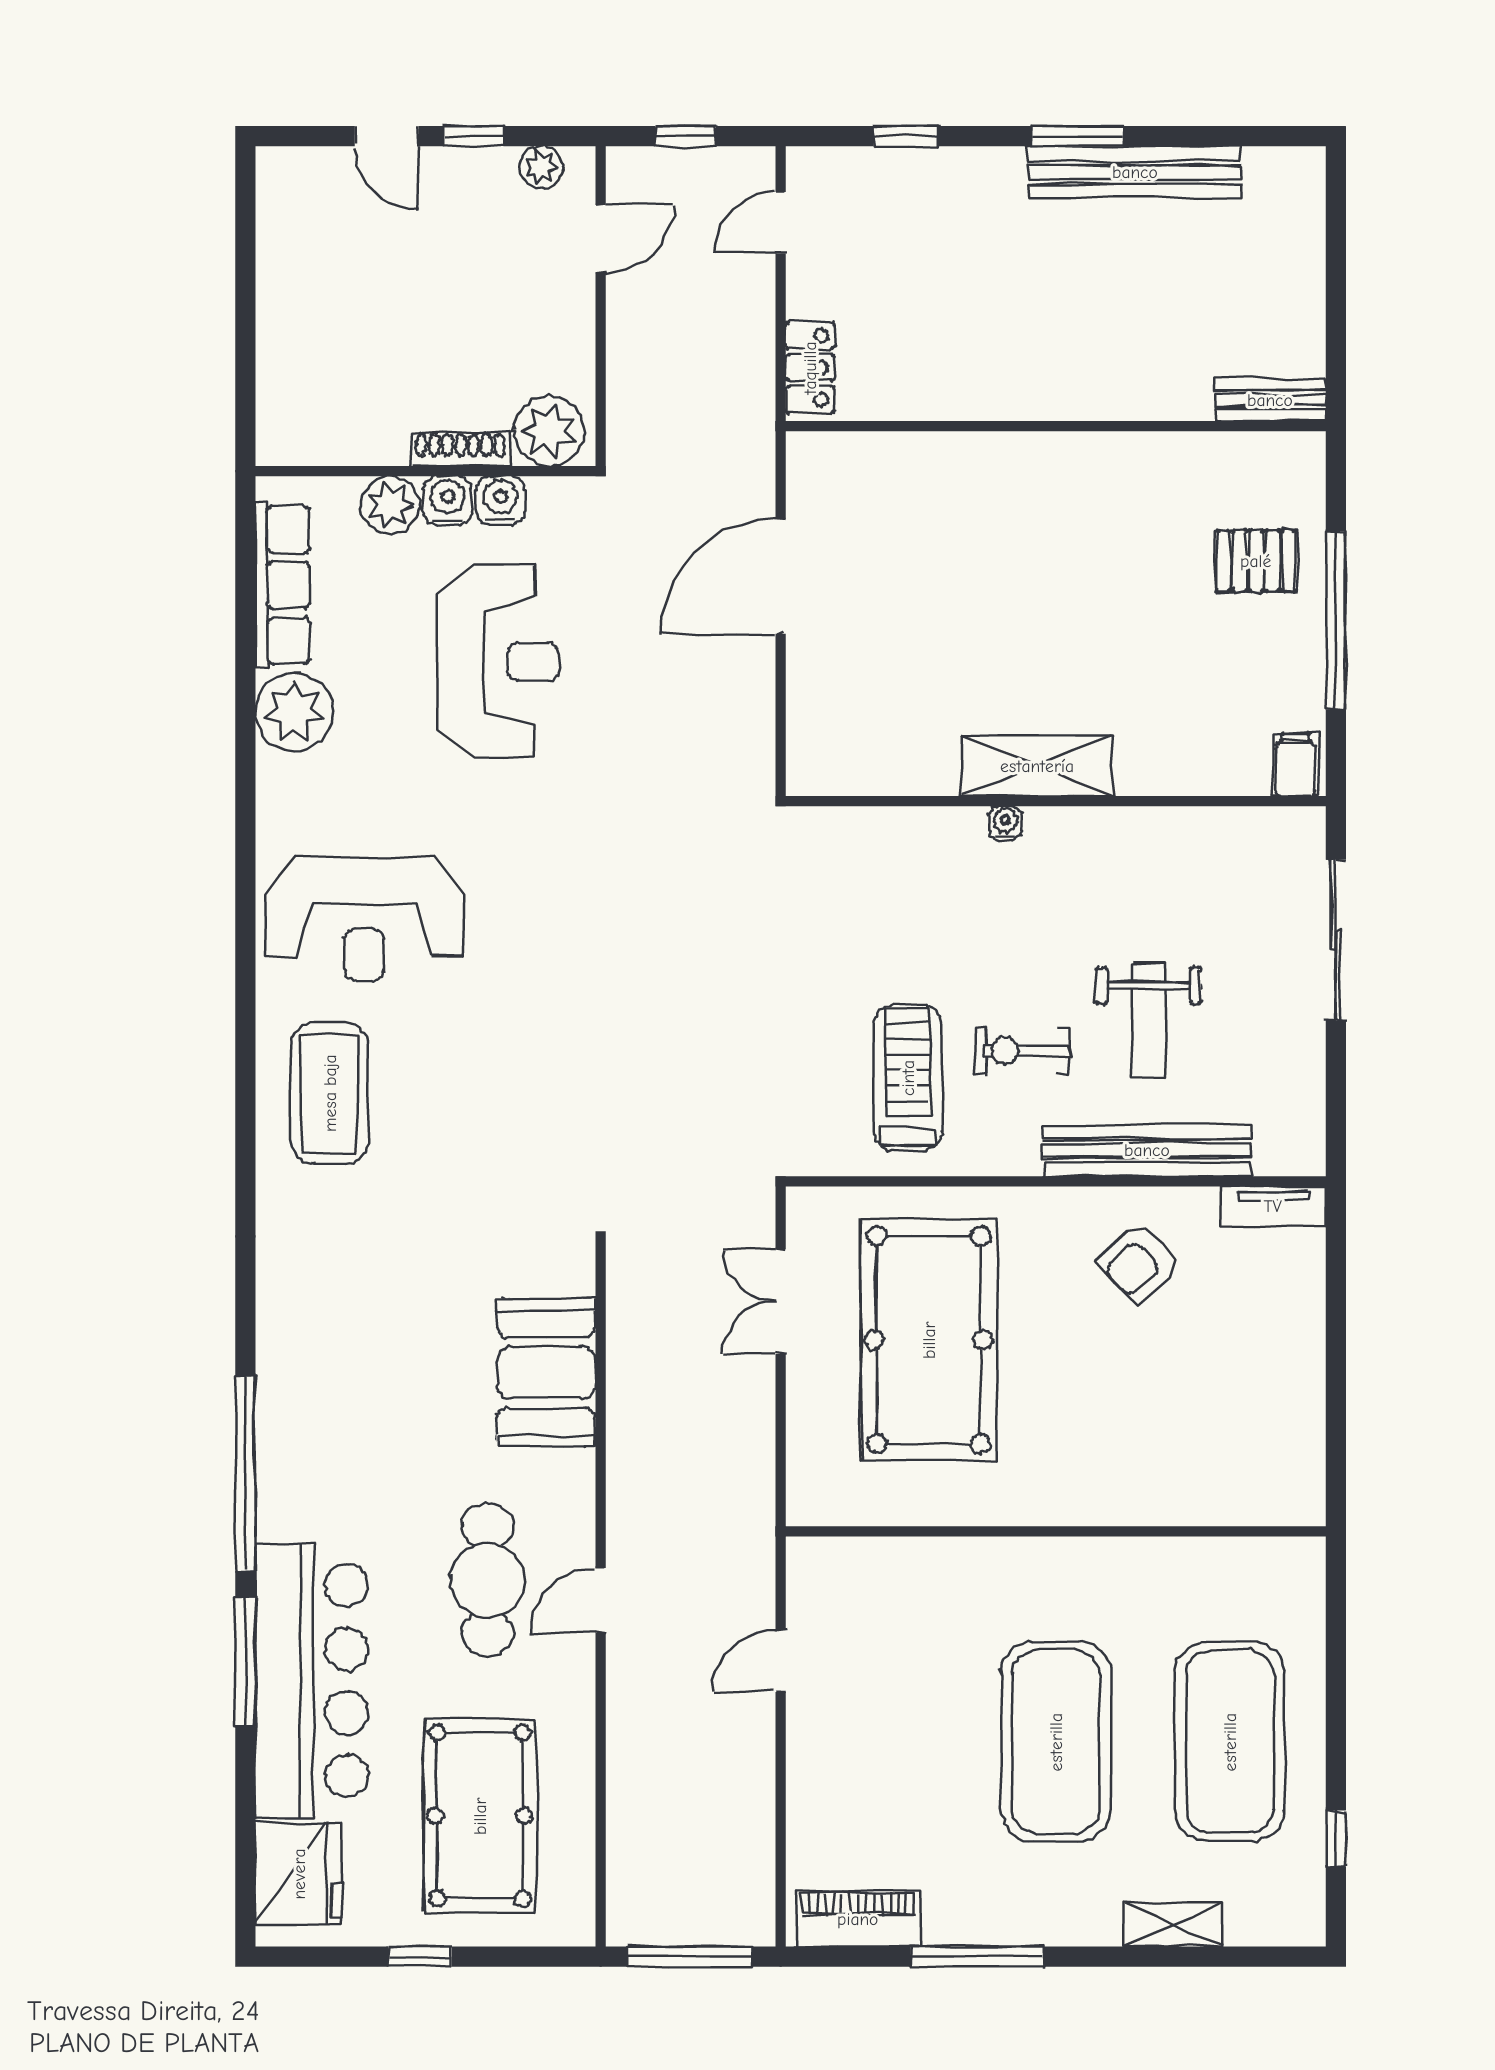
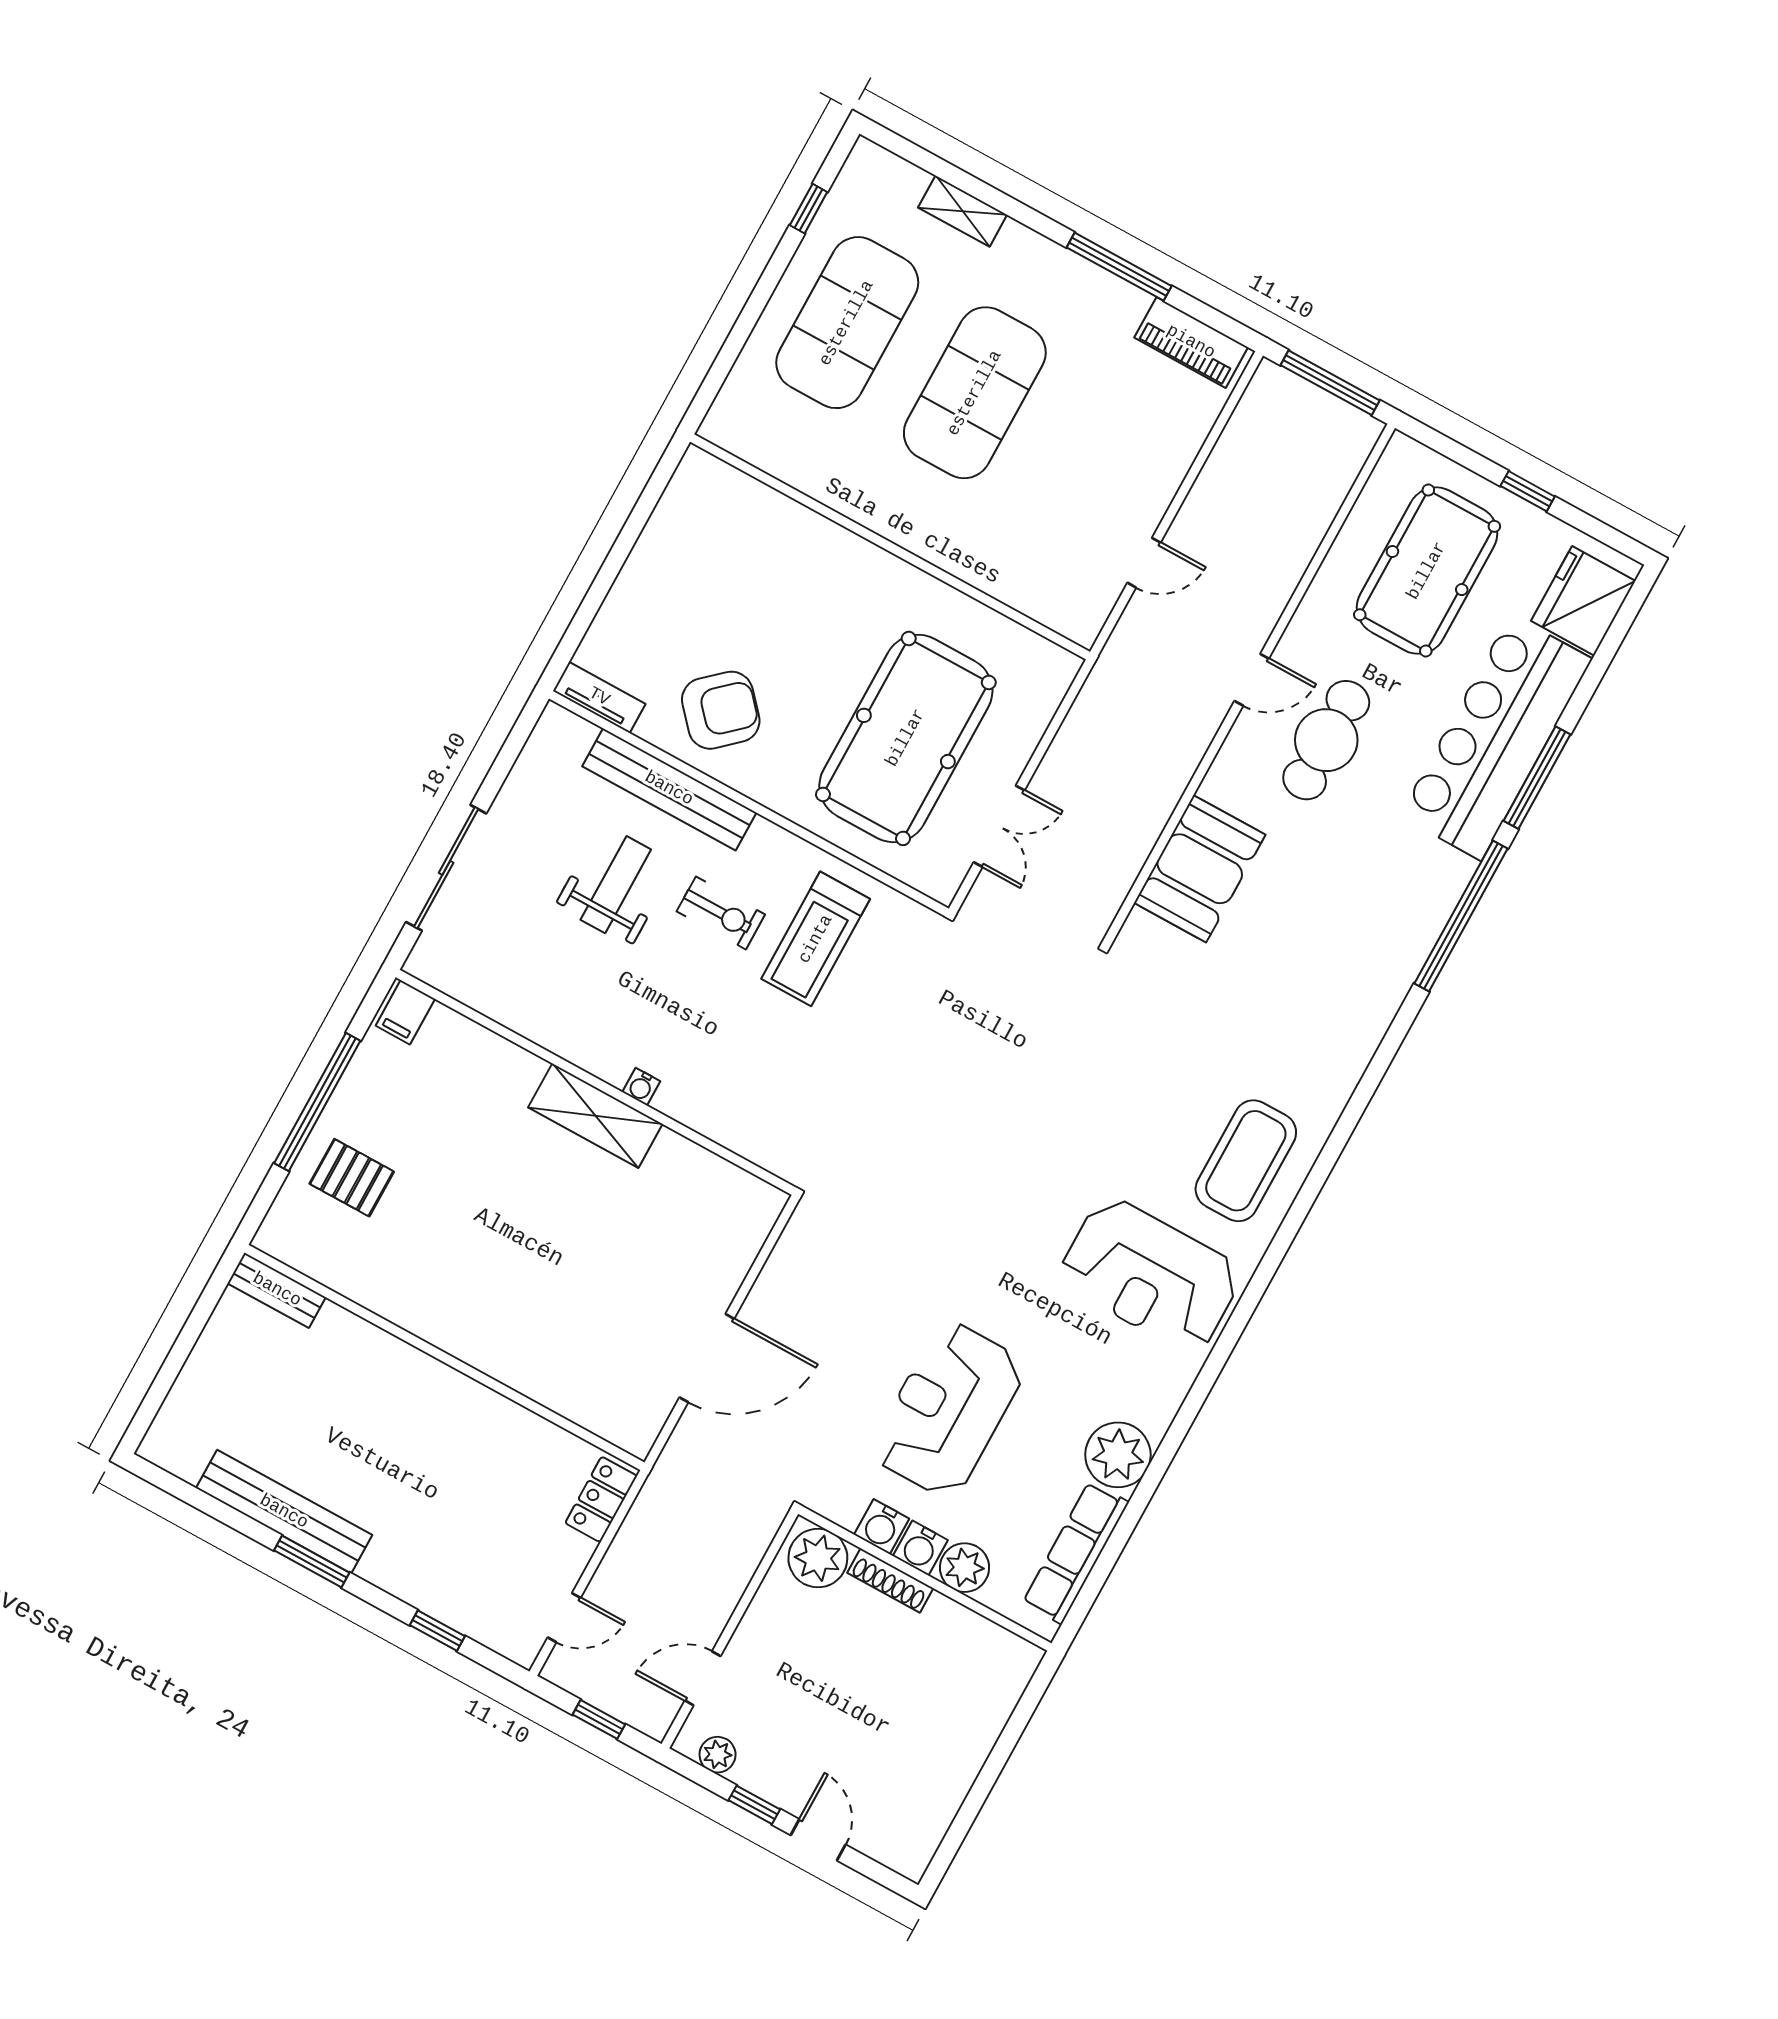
reception desk: (364, 919) -> (1150, 1275), turned 180
armchair: (1139, 1263) -> (721, 710), width x1.38, depth x1.38

